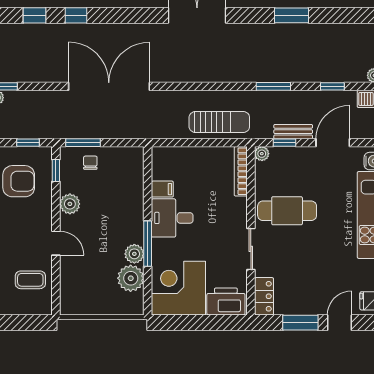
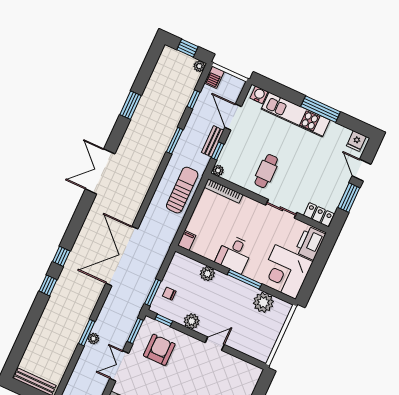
window: (28, 143) -> (135, 331), width x1.50
filing cabinet: (162, 189) -> (187, 240), moved
cafe table: (287, 211) -> (266, 171), width x0.73, depth x0.74
plant: (134, 254) -> (207, 274), moved
coffee table: (30, 280) -> (232, 373), removed

